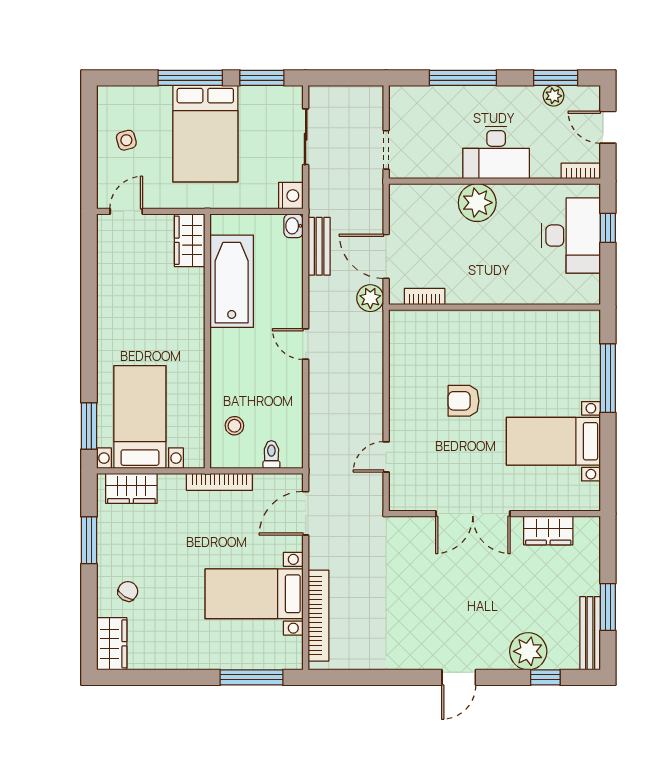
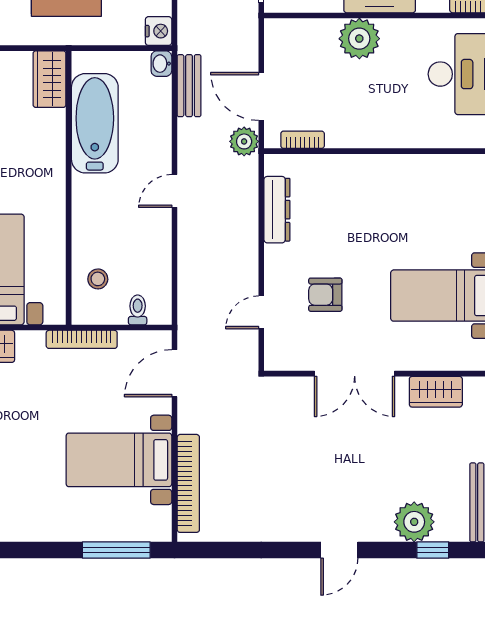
door: (306, 344) -> (174, 191), hinge flipped
dresser: (401, 361) -> (277, 210), added
armchair: (463, 401) -> (325, 295), moved

